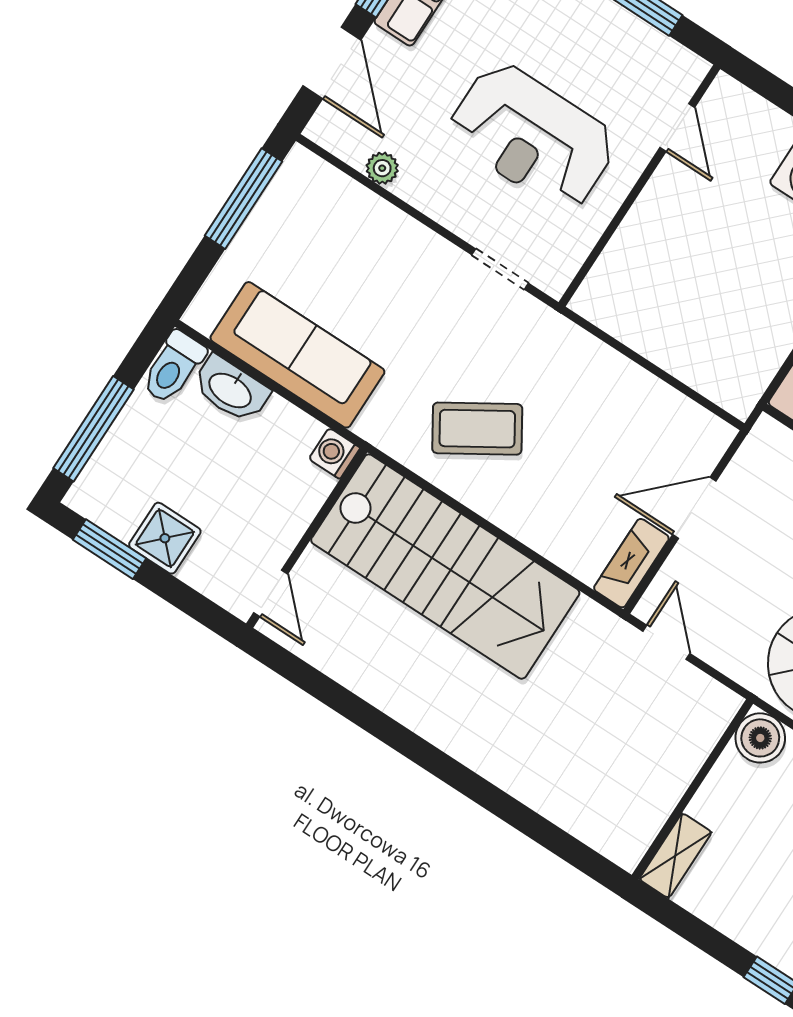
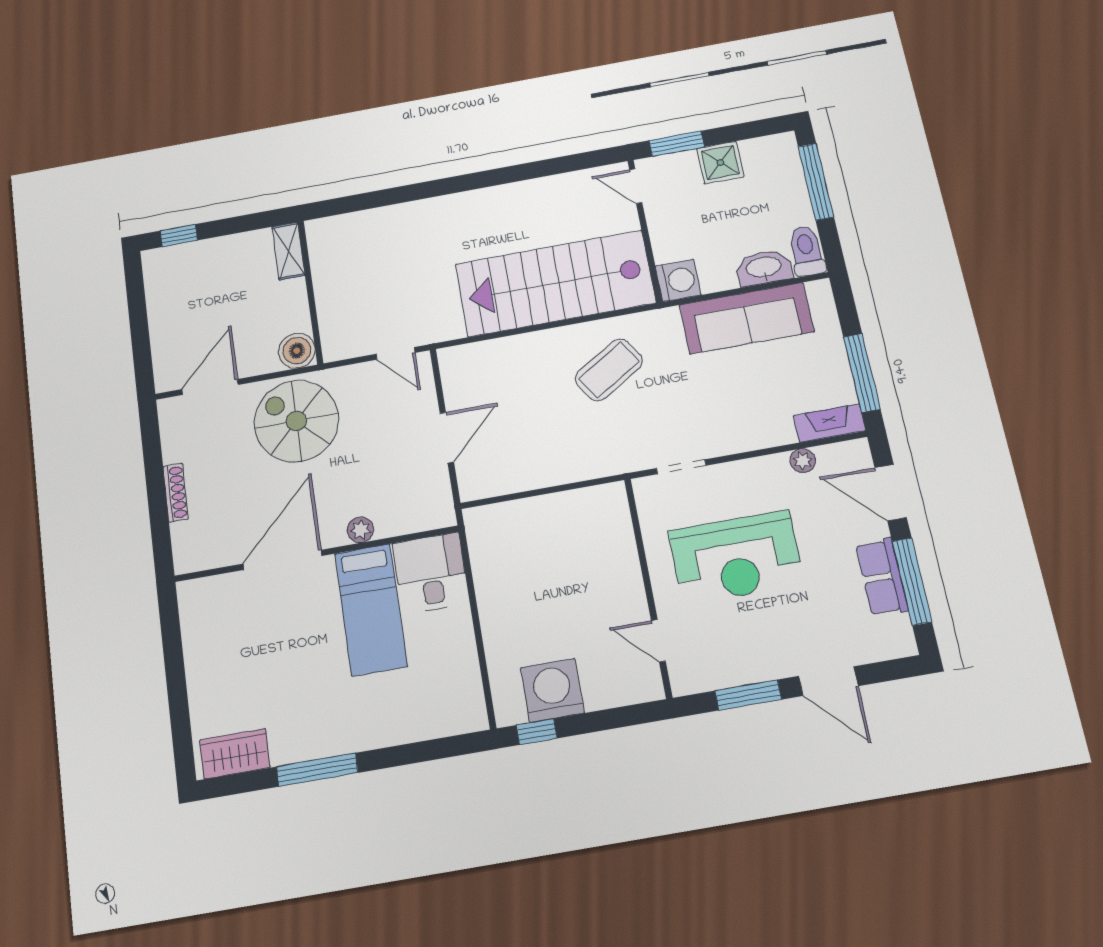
reception desk: (532, 137) -> (736, 557), turned 180
washing machine: (334, 453) -> (678, 280), width x1.38, depth x1.38
window: (109, 549) -> (677, 144), moved
fireplace: (631, 563) -> (829, 423), moved, turned -90

